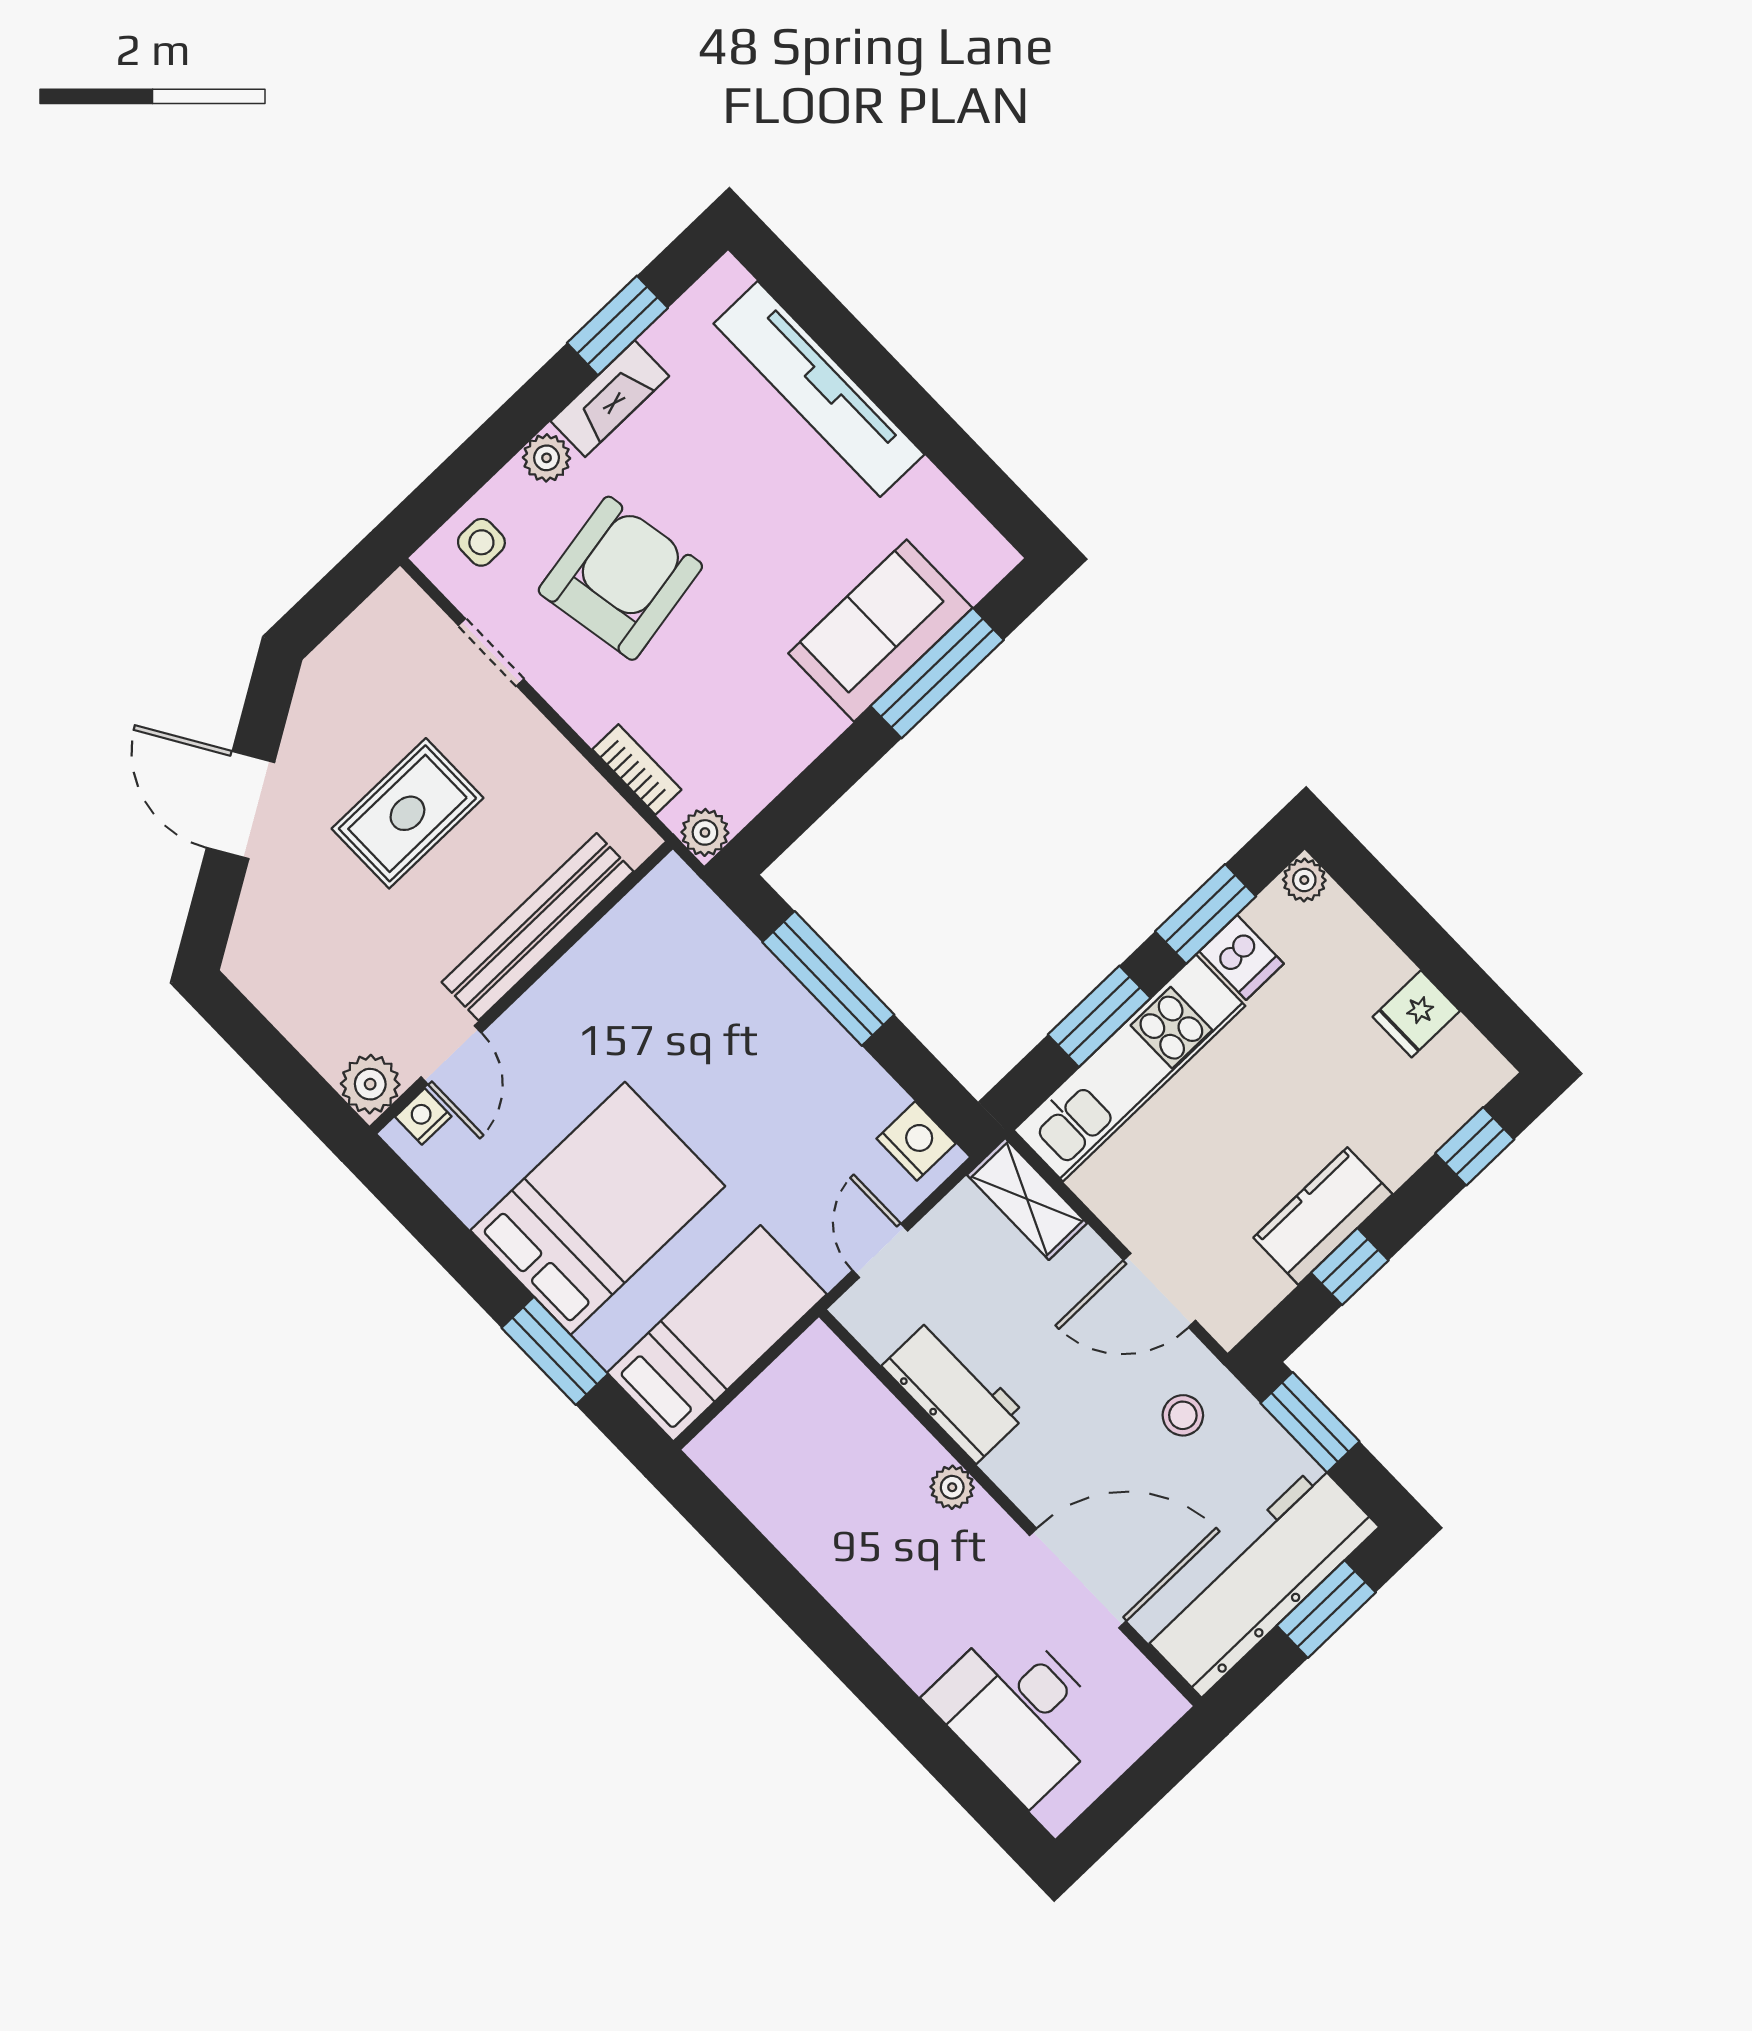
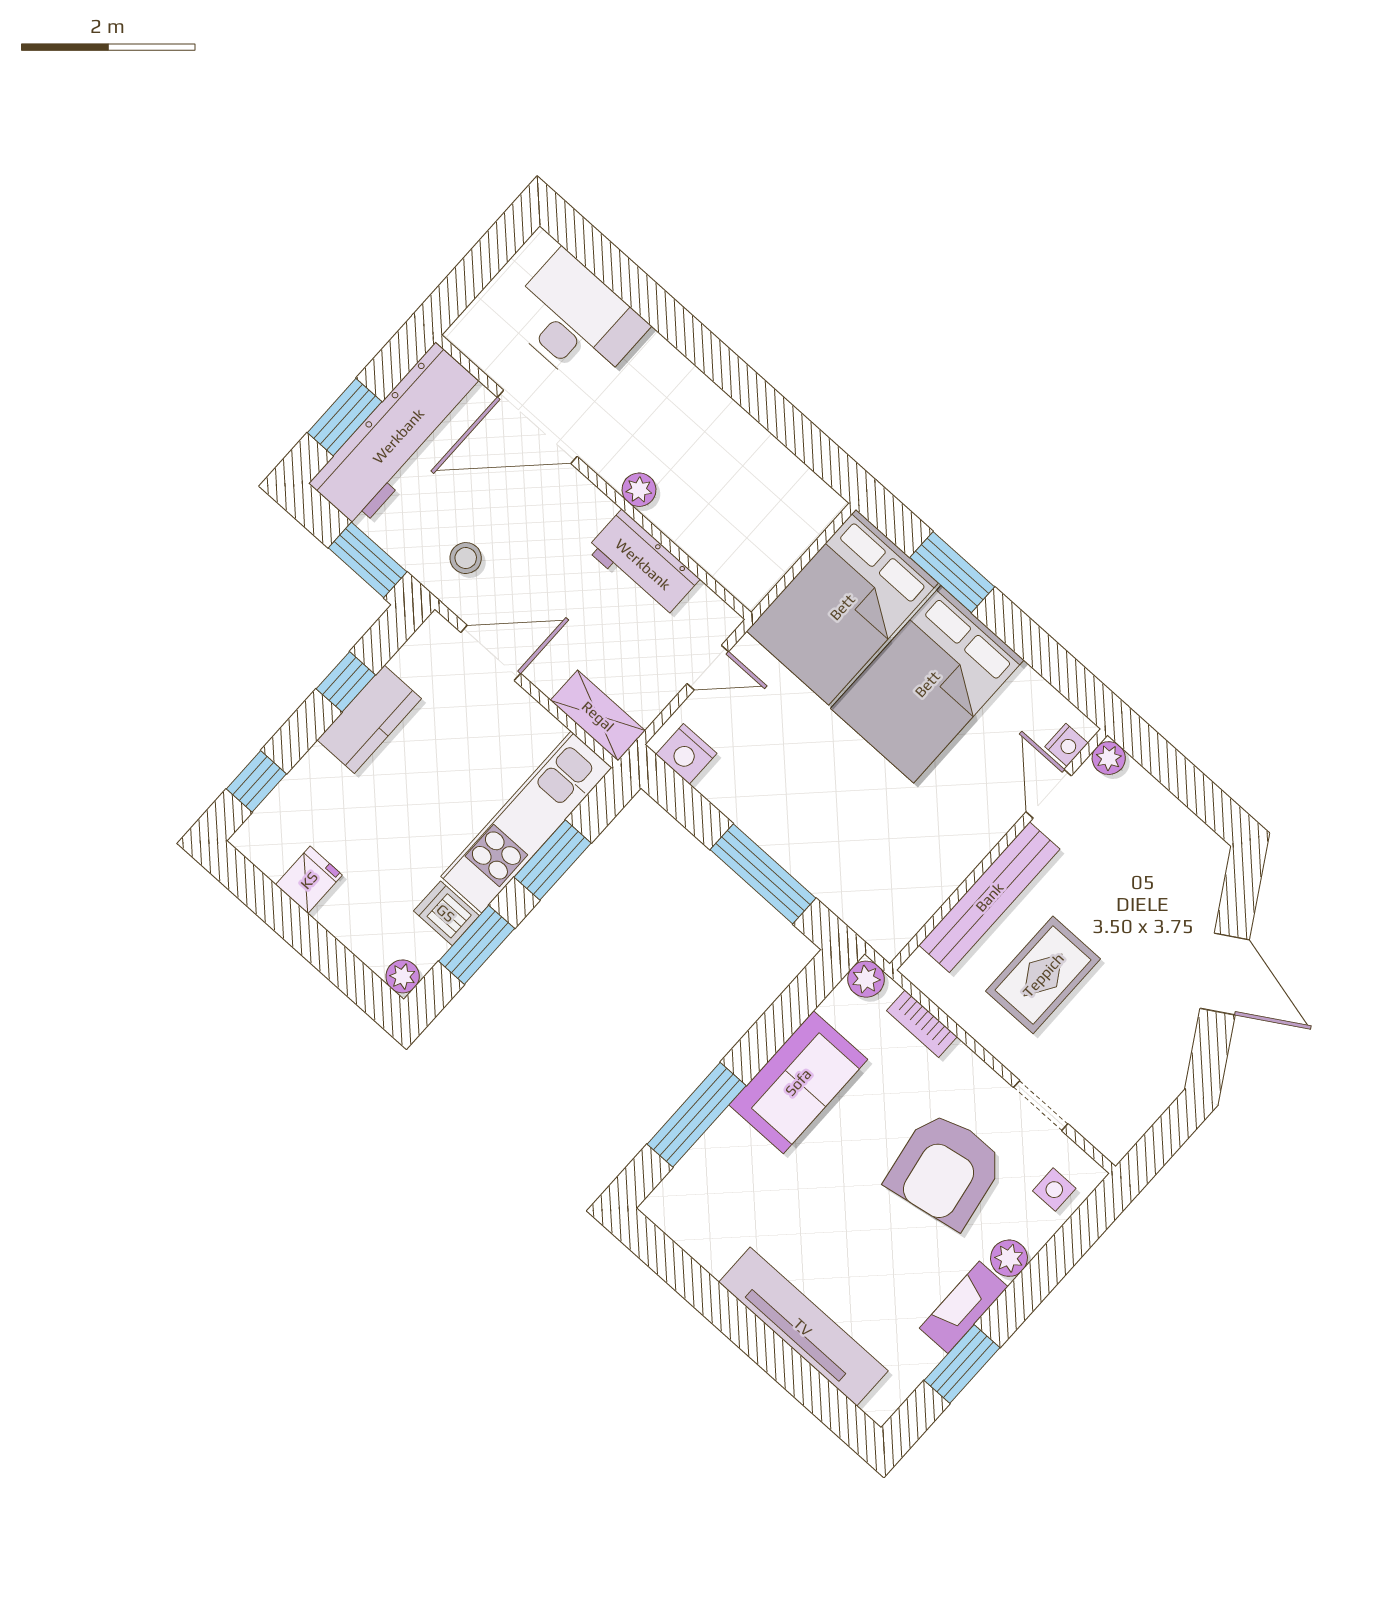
sofa: (880, 631) -> (798, 1082), moved
rug: (407, 813) -> (1043, 975), moved
plant: (370, 1084) -> (1109, 758), width x0.73, depth x0.73
door: (880, 1251) -> (708, 668), hinge flipped
bed: (717, 1333) -> (842, 607), width x1.50

